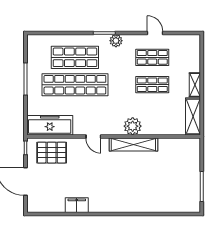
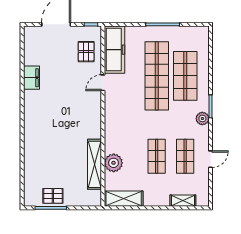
shelving: (195, 85) -> (183, 201), moved
plant: (133, 126) -> (114, 163), moved
door: (93, 136) -> (103, 83), moved
shelving: (133, 144) -> (95, 164), moved
pallet: (52, 153) -> (86, 52), width x0.67, depth x0.71
pallet: (190, 184) -> (53, 196), added

